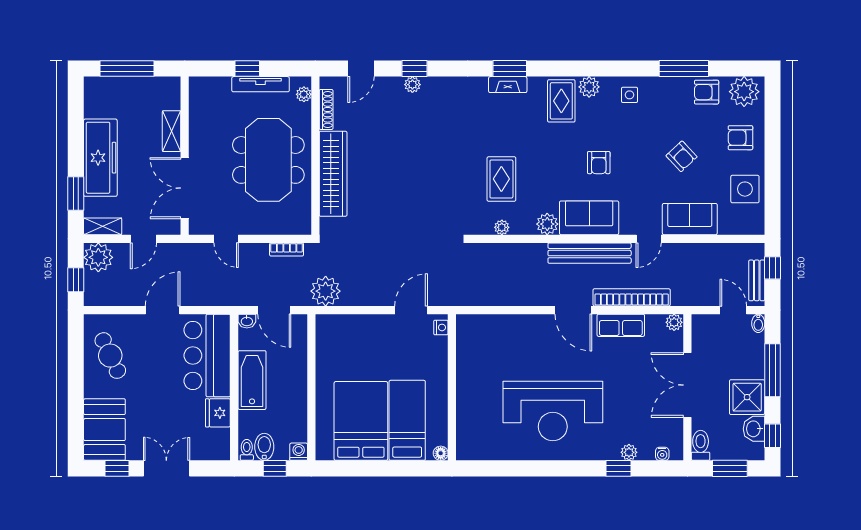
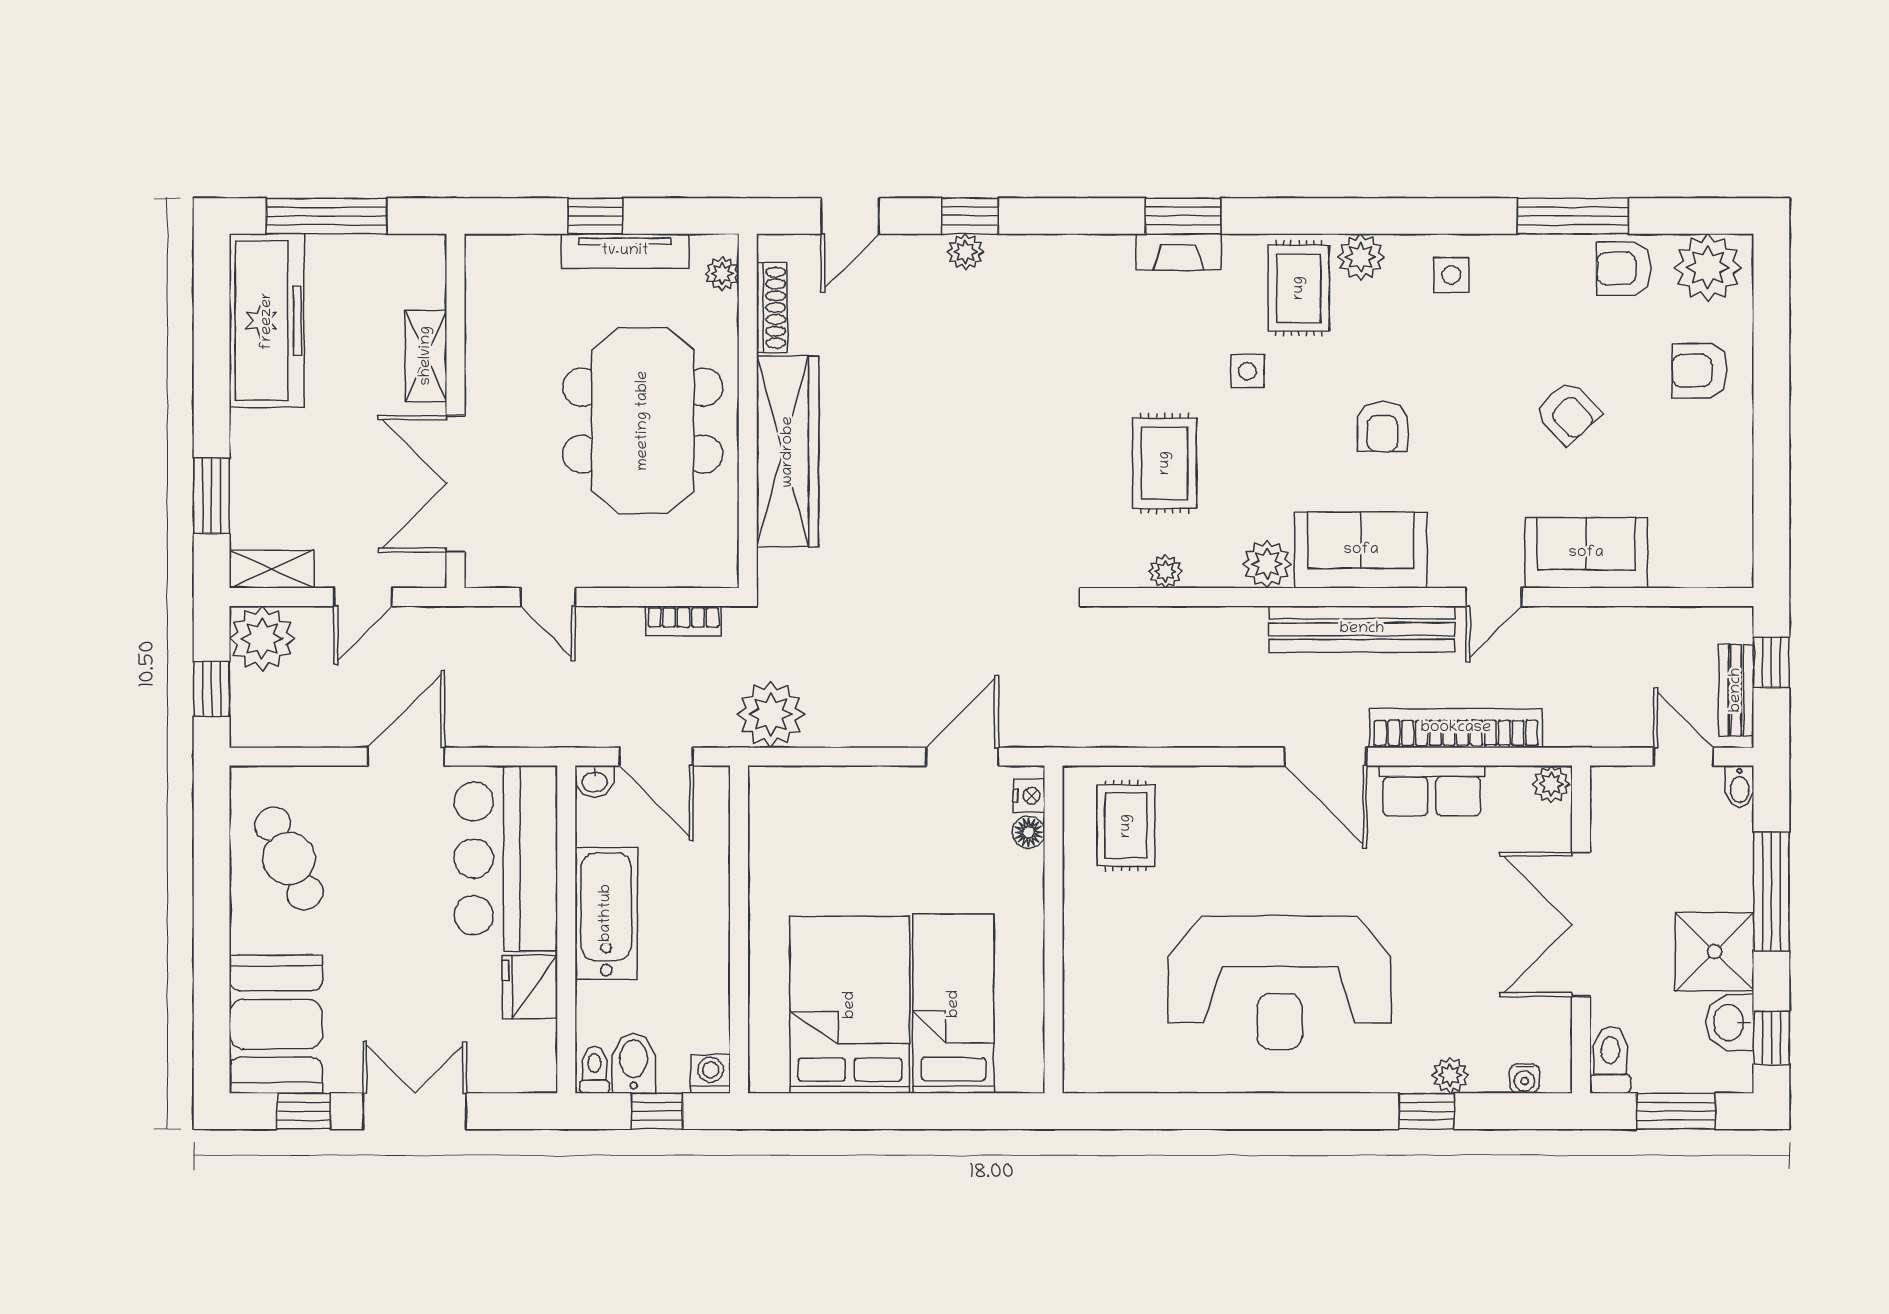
freezer: (100, 158) -> (267, 321), moved
side table: (745, 189) -> (1247, 371), moved, width x0.54, depth x0.54
rug: (484, 341) -> (1126, 826), added
floor lamp: (441, 453) -> (1028, 832), moved

